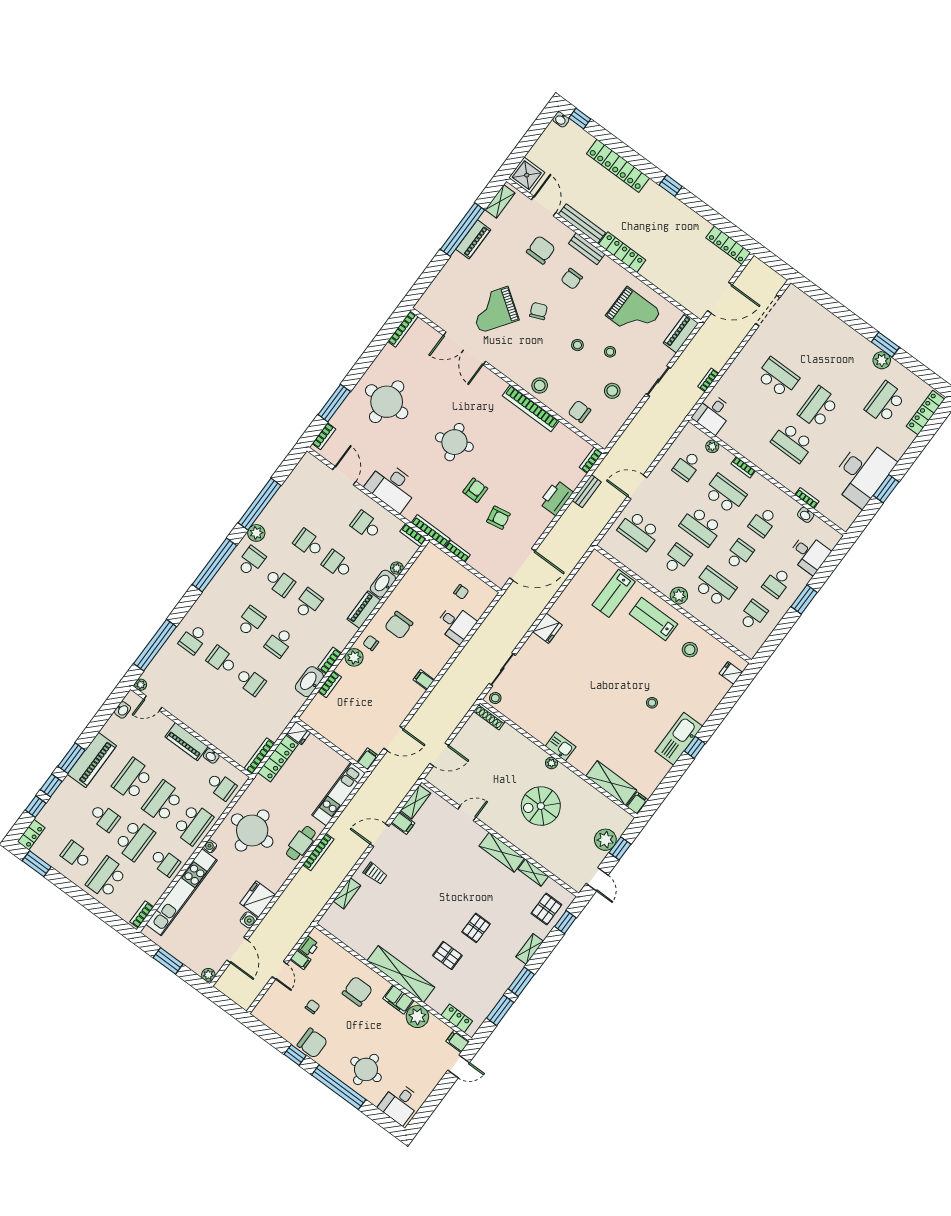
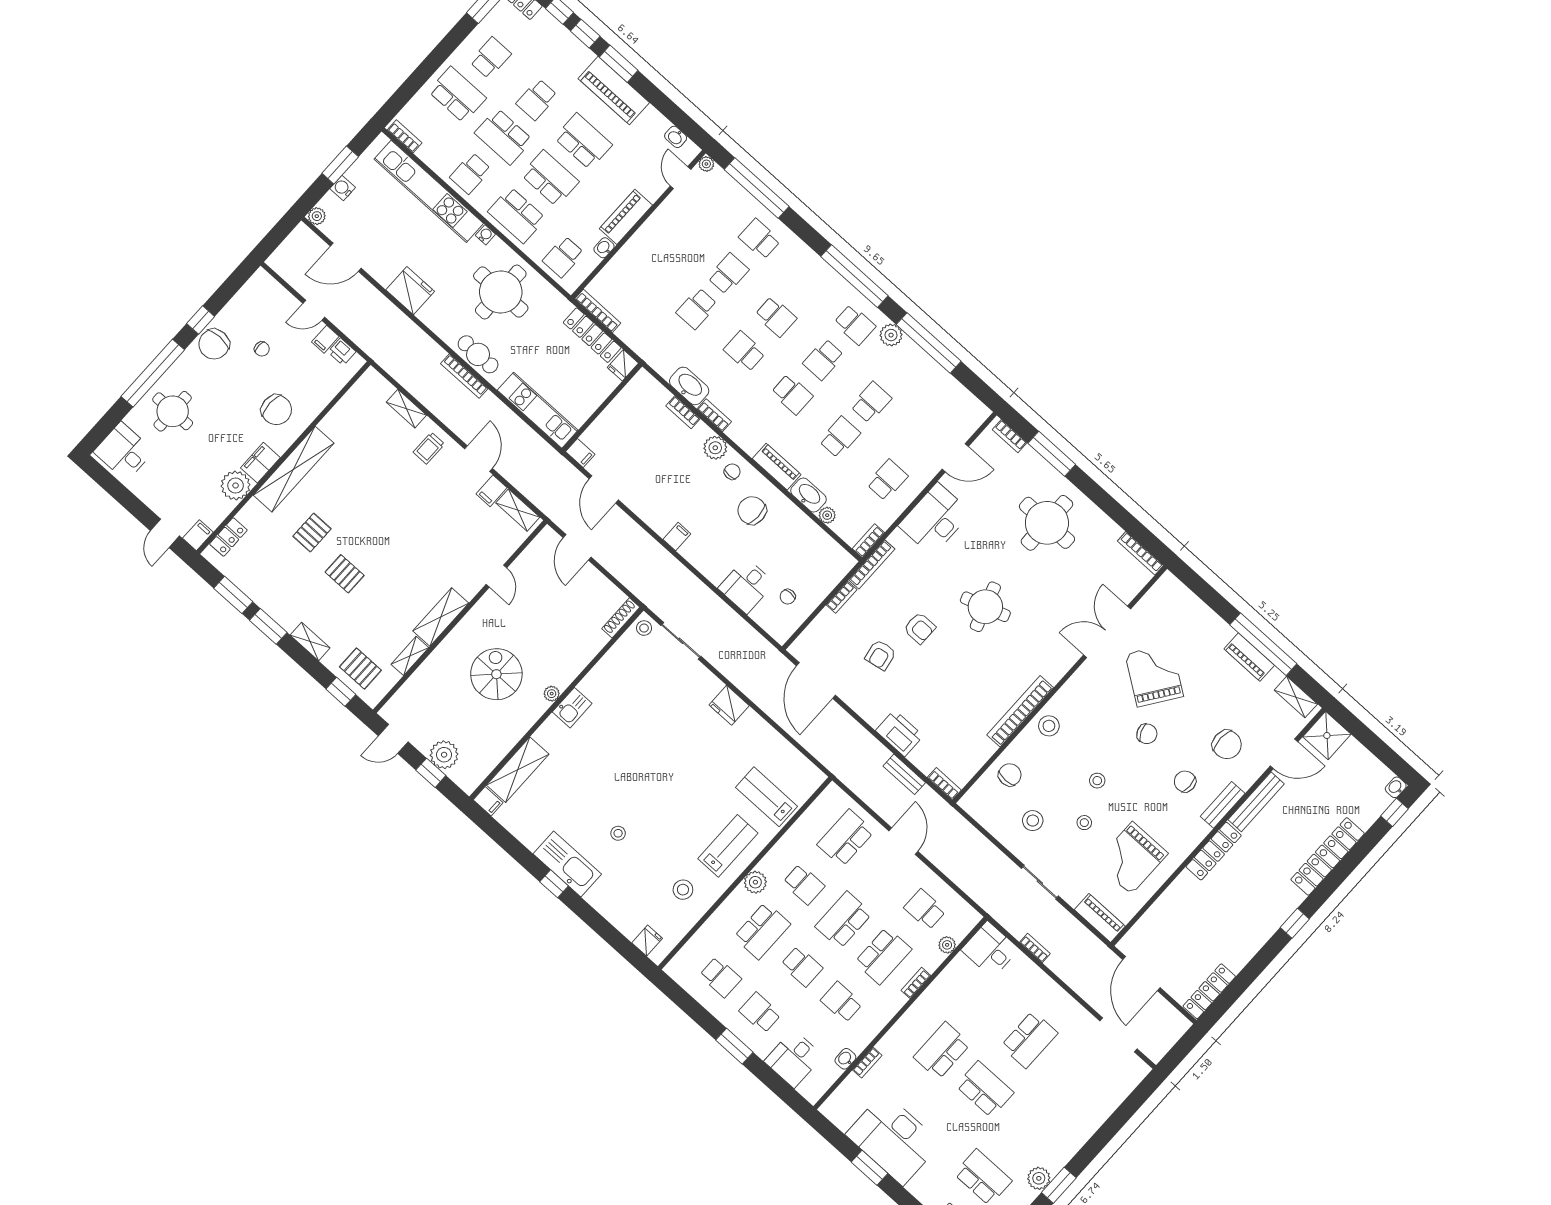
water cooler: (248, 920) -> (343, 188), moved, turned 90

